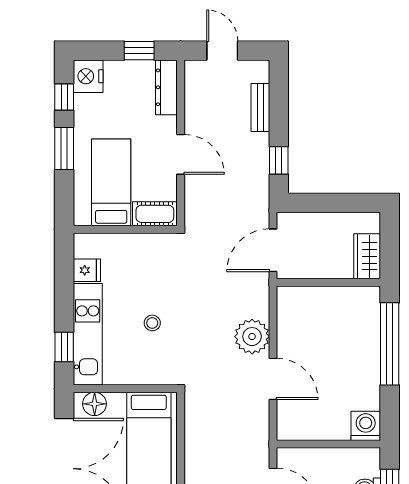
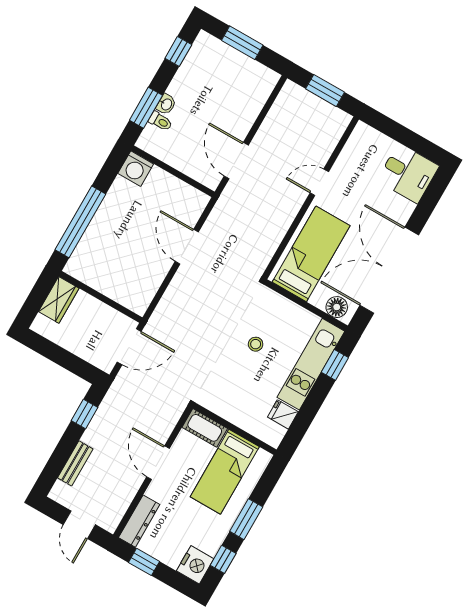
plant: (252, 337) -> (184, 289), removed

